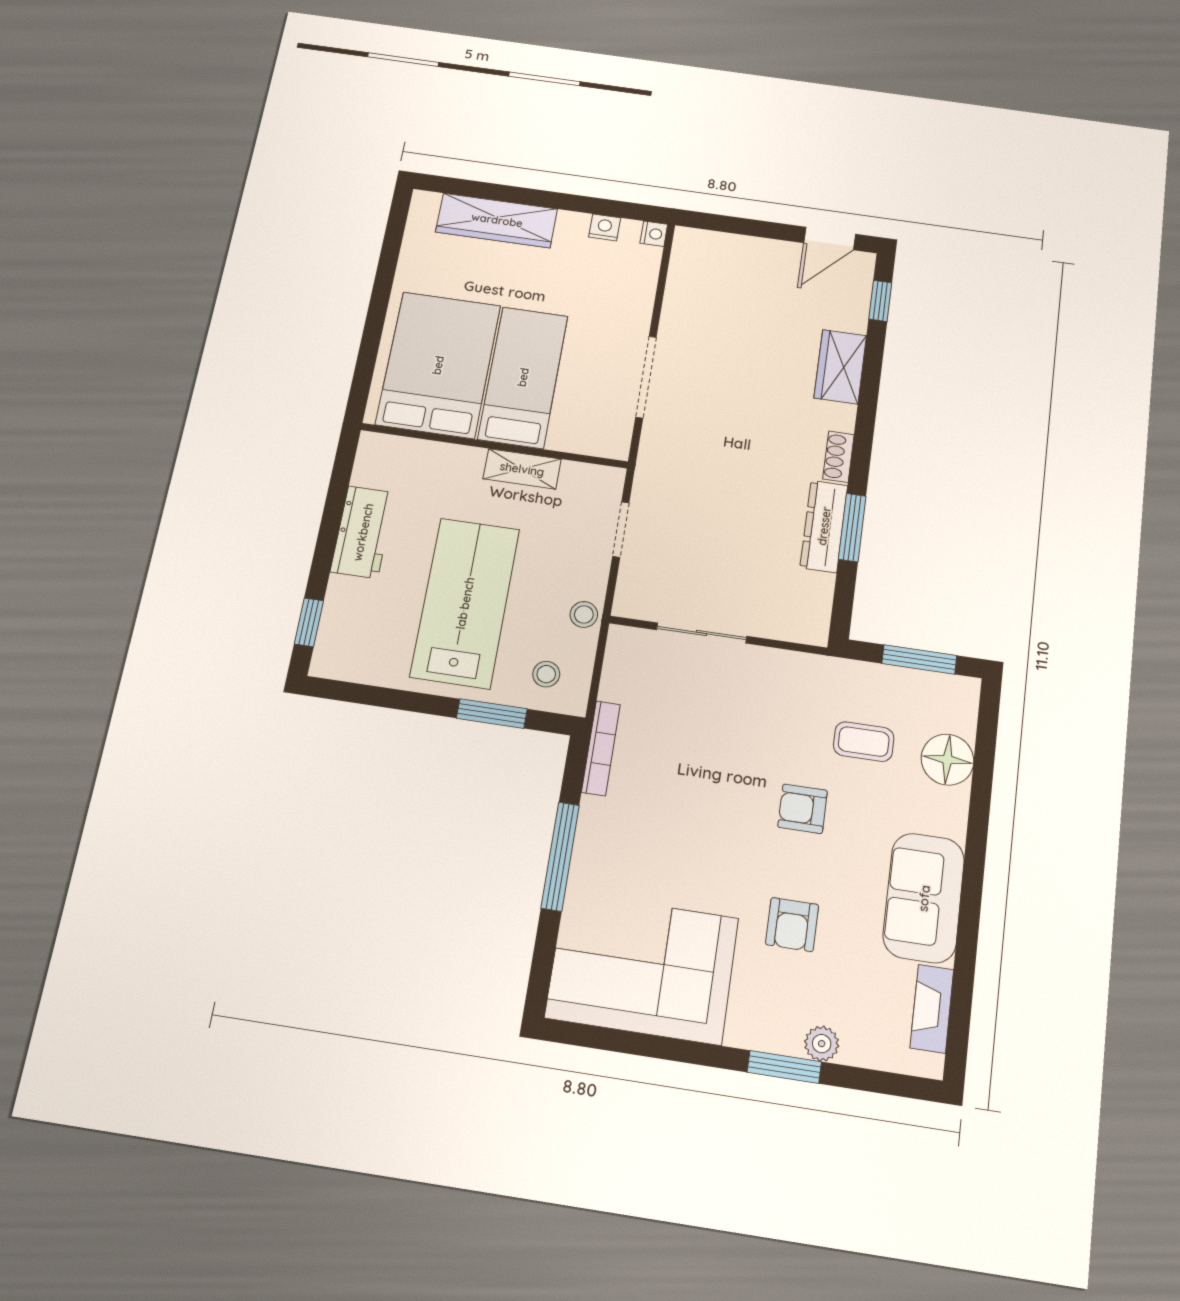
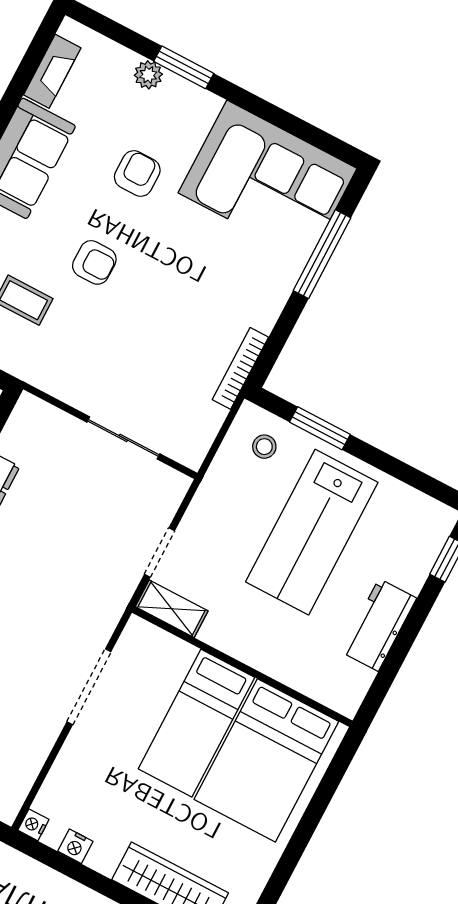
shelving: (522, 469) -> (172, 609), moved
stool: (584, 614) -> (216, 488), removed
window: (560, 856) -> (322, 254), moved

